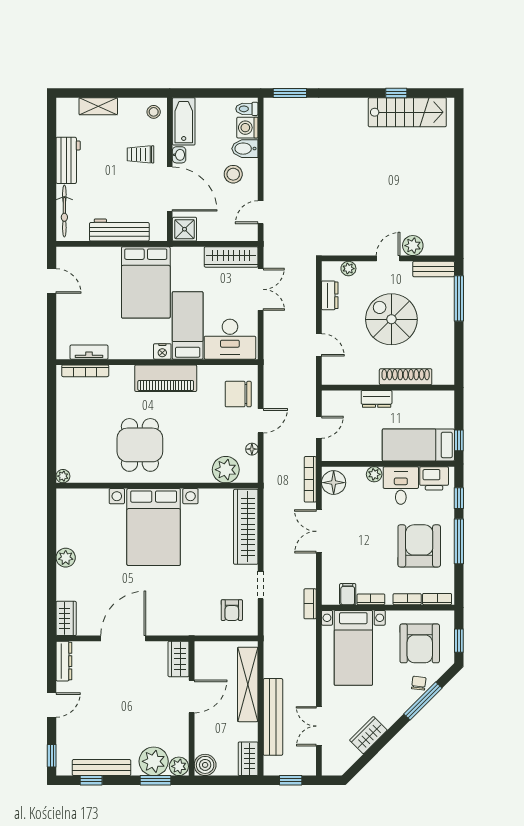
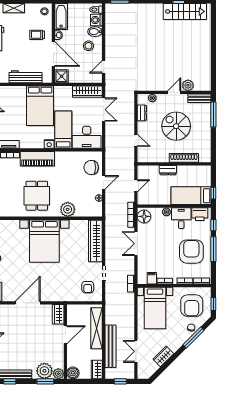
piano: (166, 378) -> (37, 159), moved
plant: (226, 470) -> (68, 209), moved

